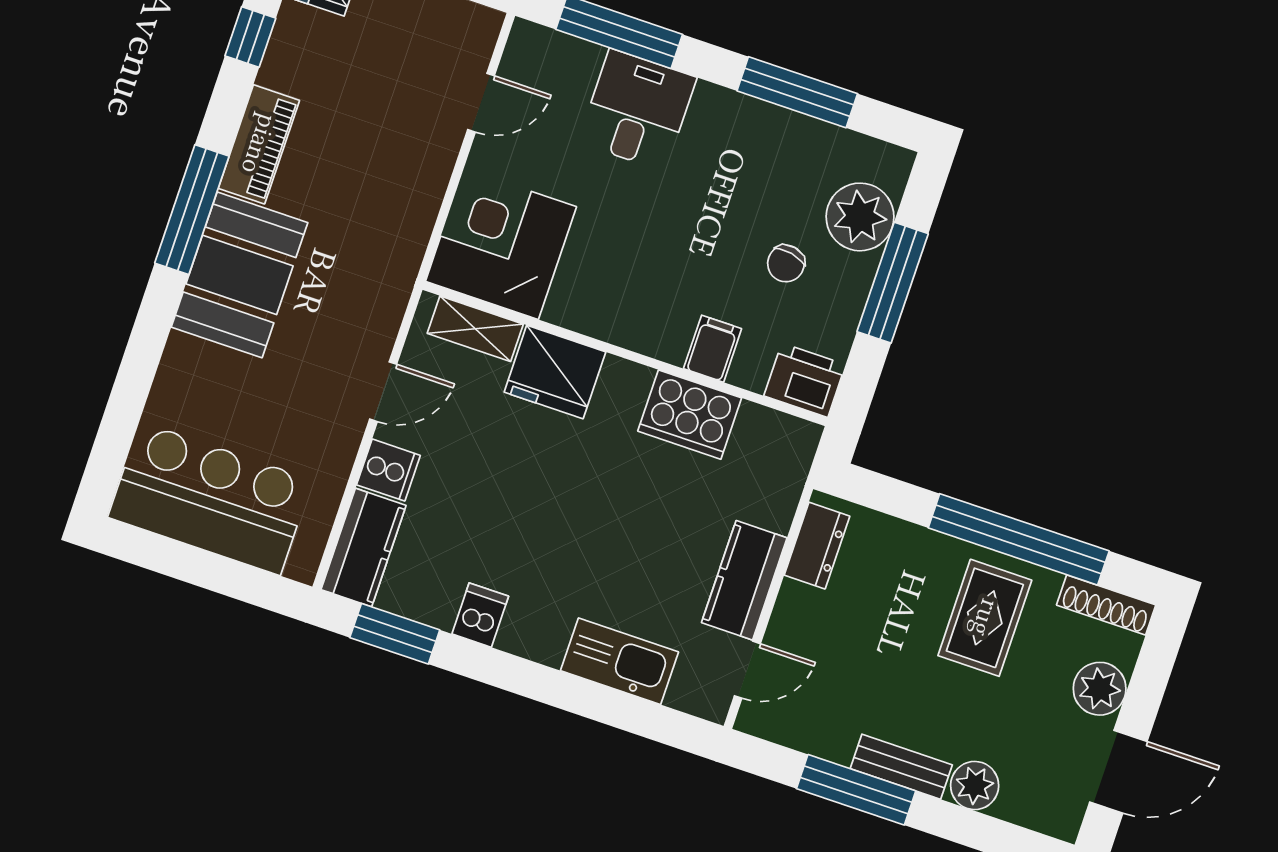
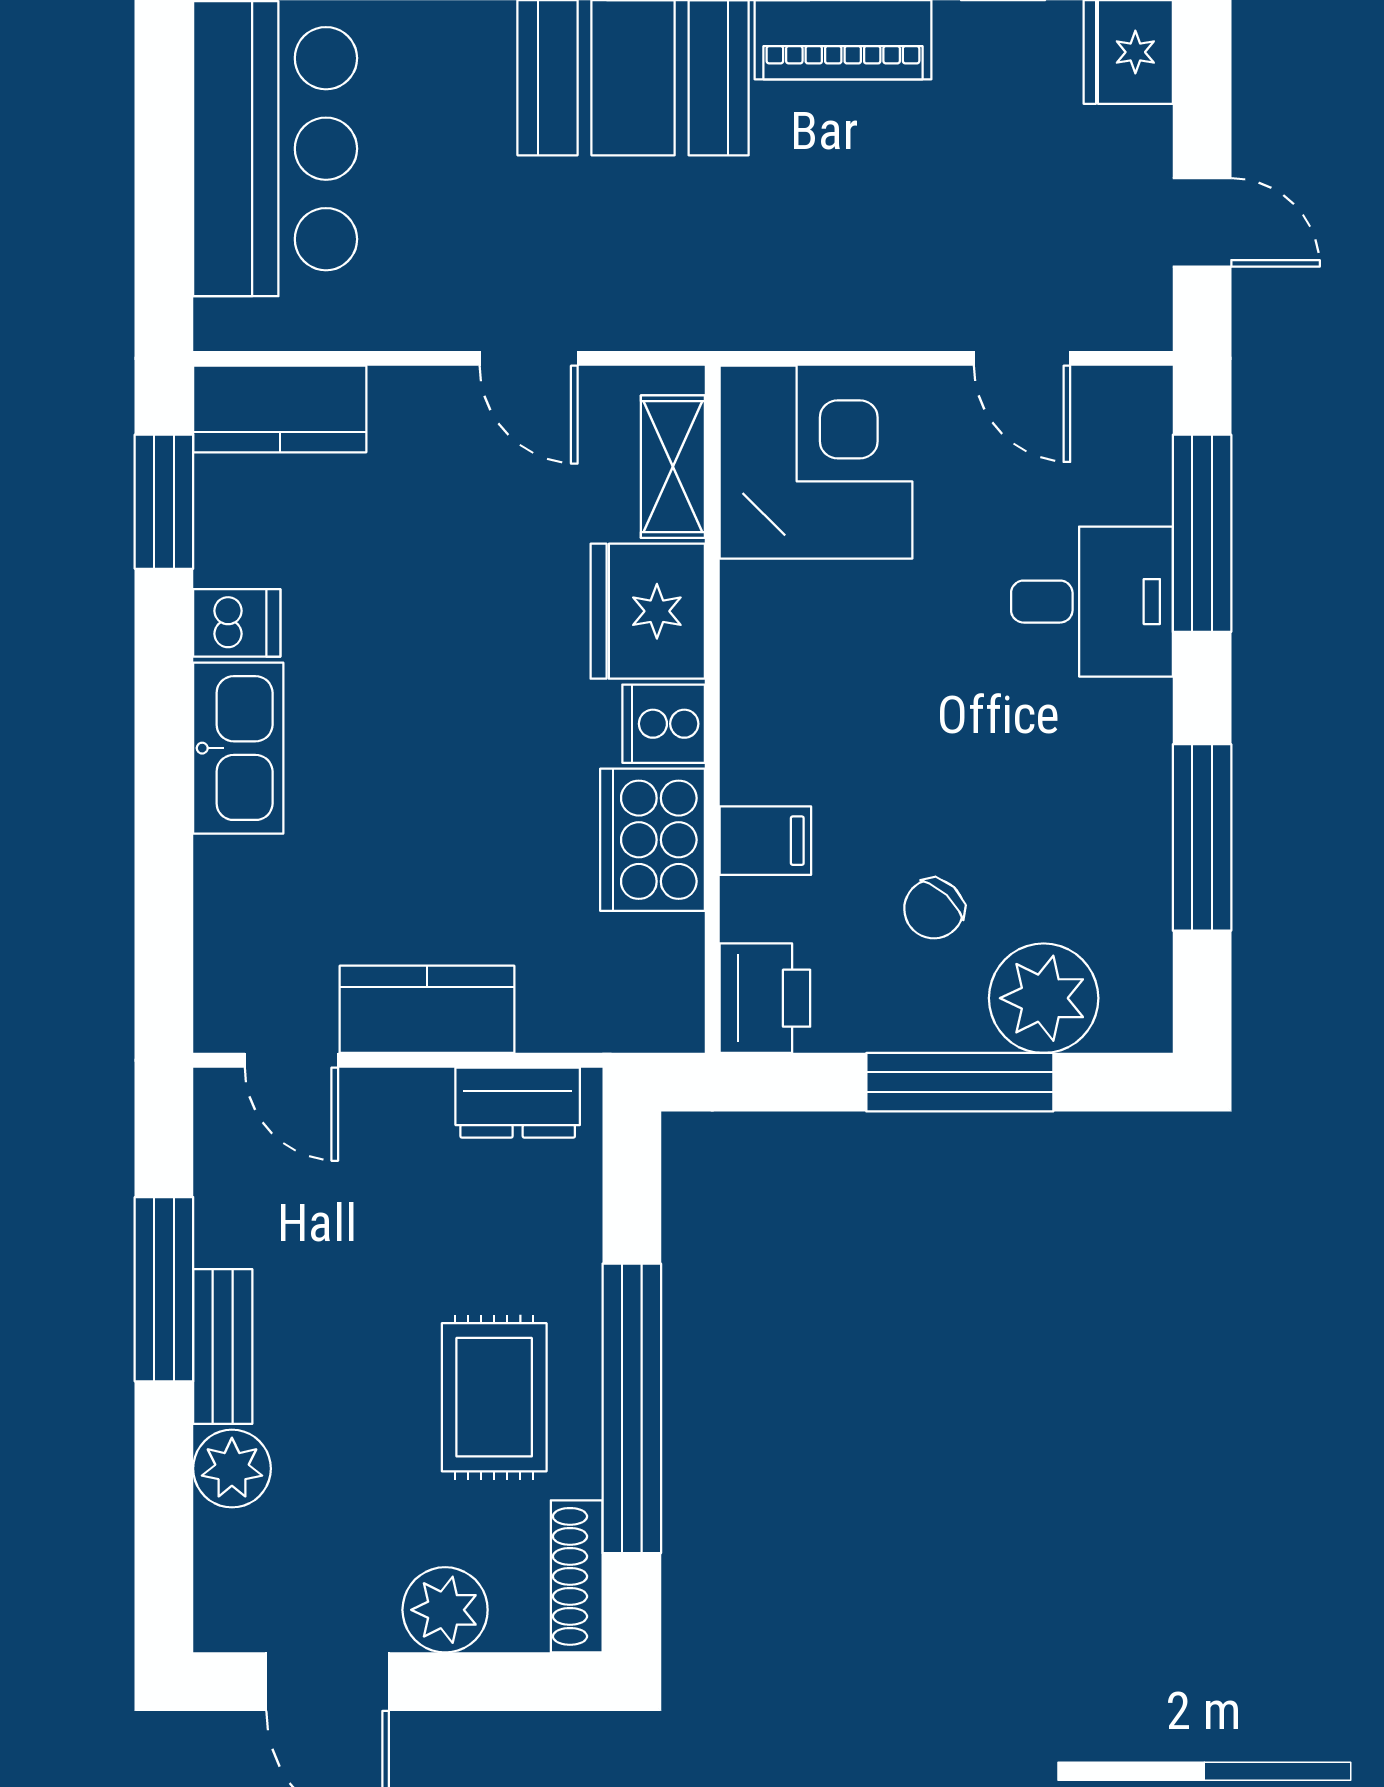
chair: (786, 263) -> (934, 909), turned -58
cooker: (388, 470) -> (664, 724), moved, turned 90
rug: (985, 618) -> (494, 1397), turned 90
kitchen sink: (620, 661) -> (238, 748), moved

